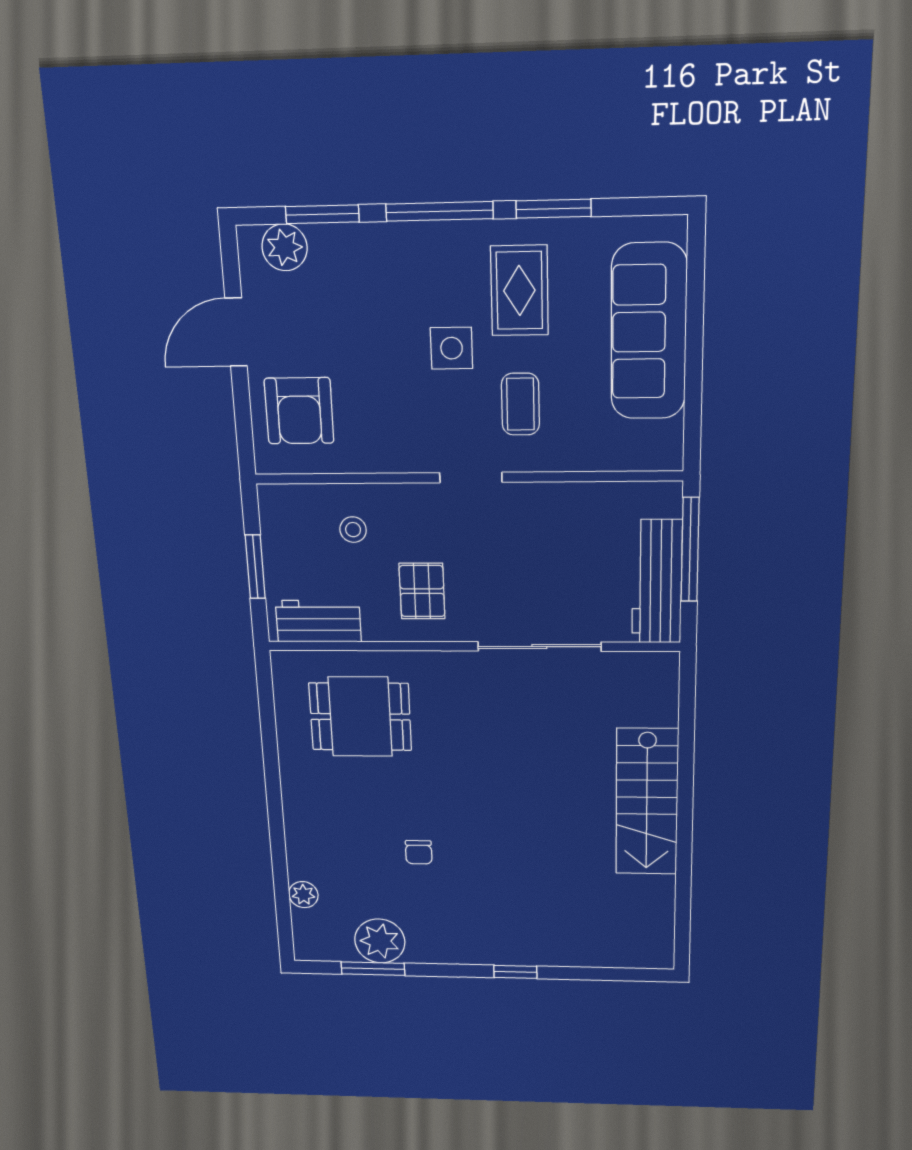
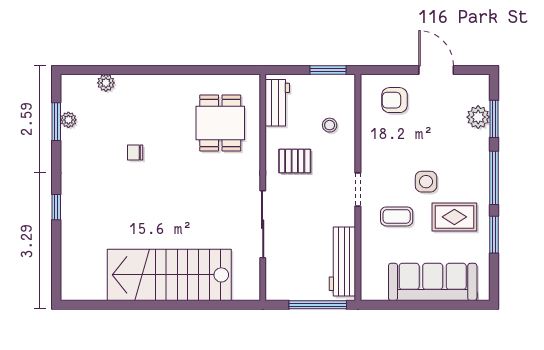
plant: (285, 247) -> (478, 117), moved
armchair: (299, 411) -> (395, 100), width x0.72, depth x0.72
window: (255, 567) -> (328, 70), moved
workbench: (657, 582) -> (342, 262), moved, turned -90
stairs: (647, 802) -> (169, 275), width x1.36, depth x1.51
plant: (380, 941) -> (68, 120), width x0.53, depth x0.53

